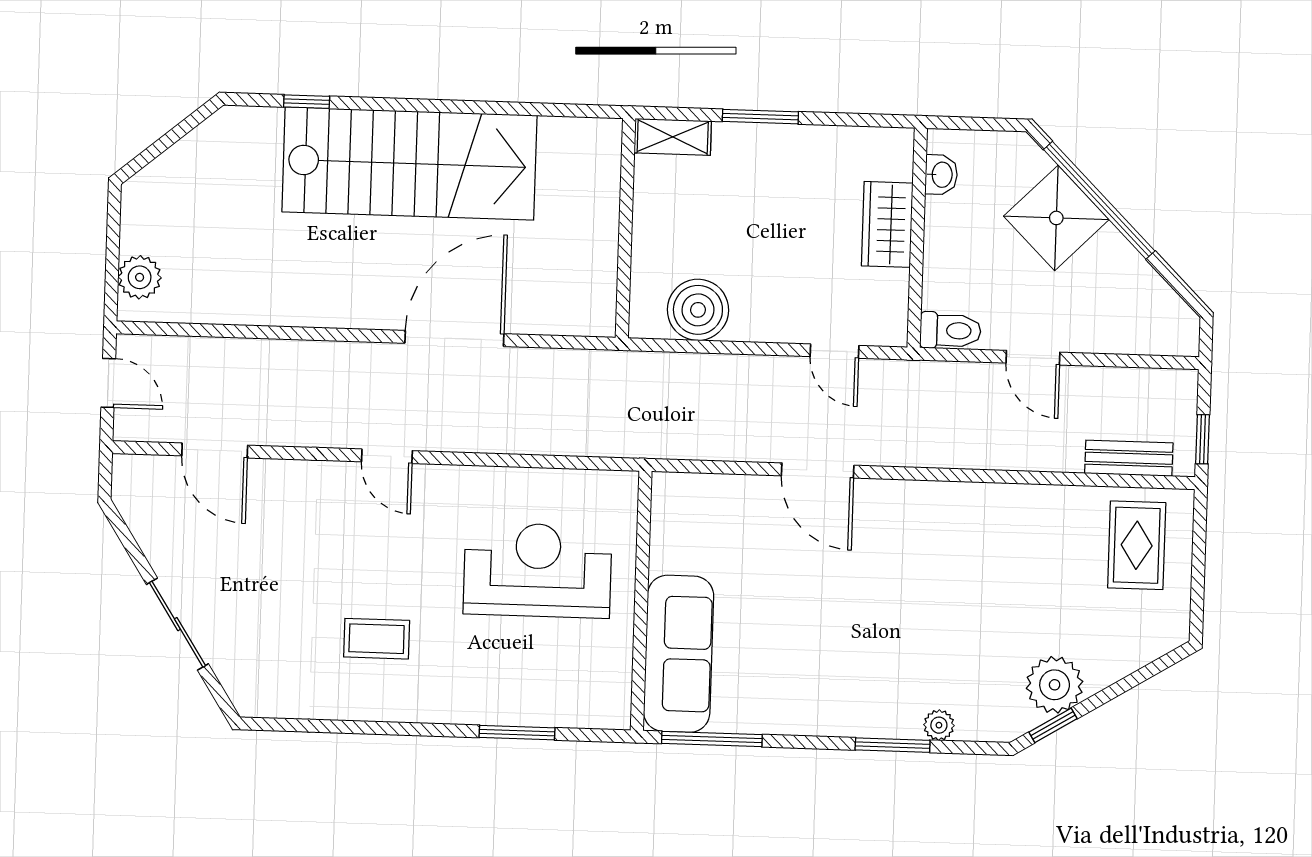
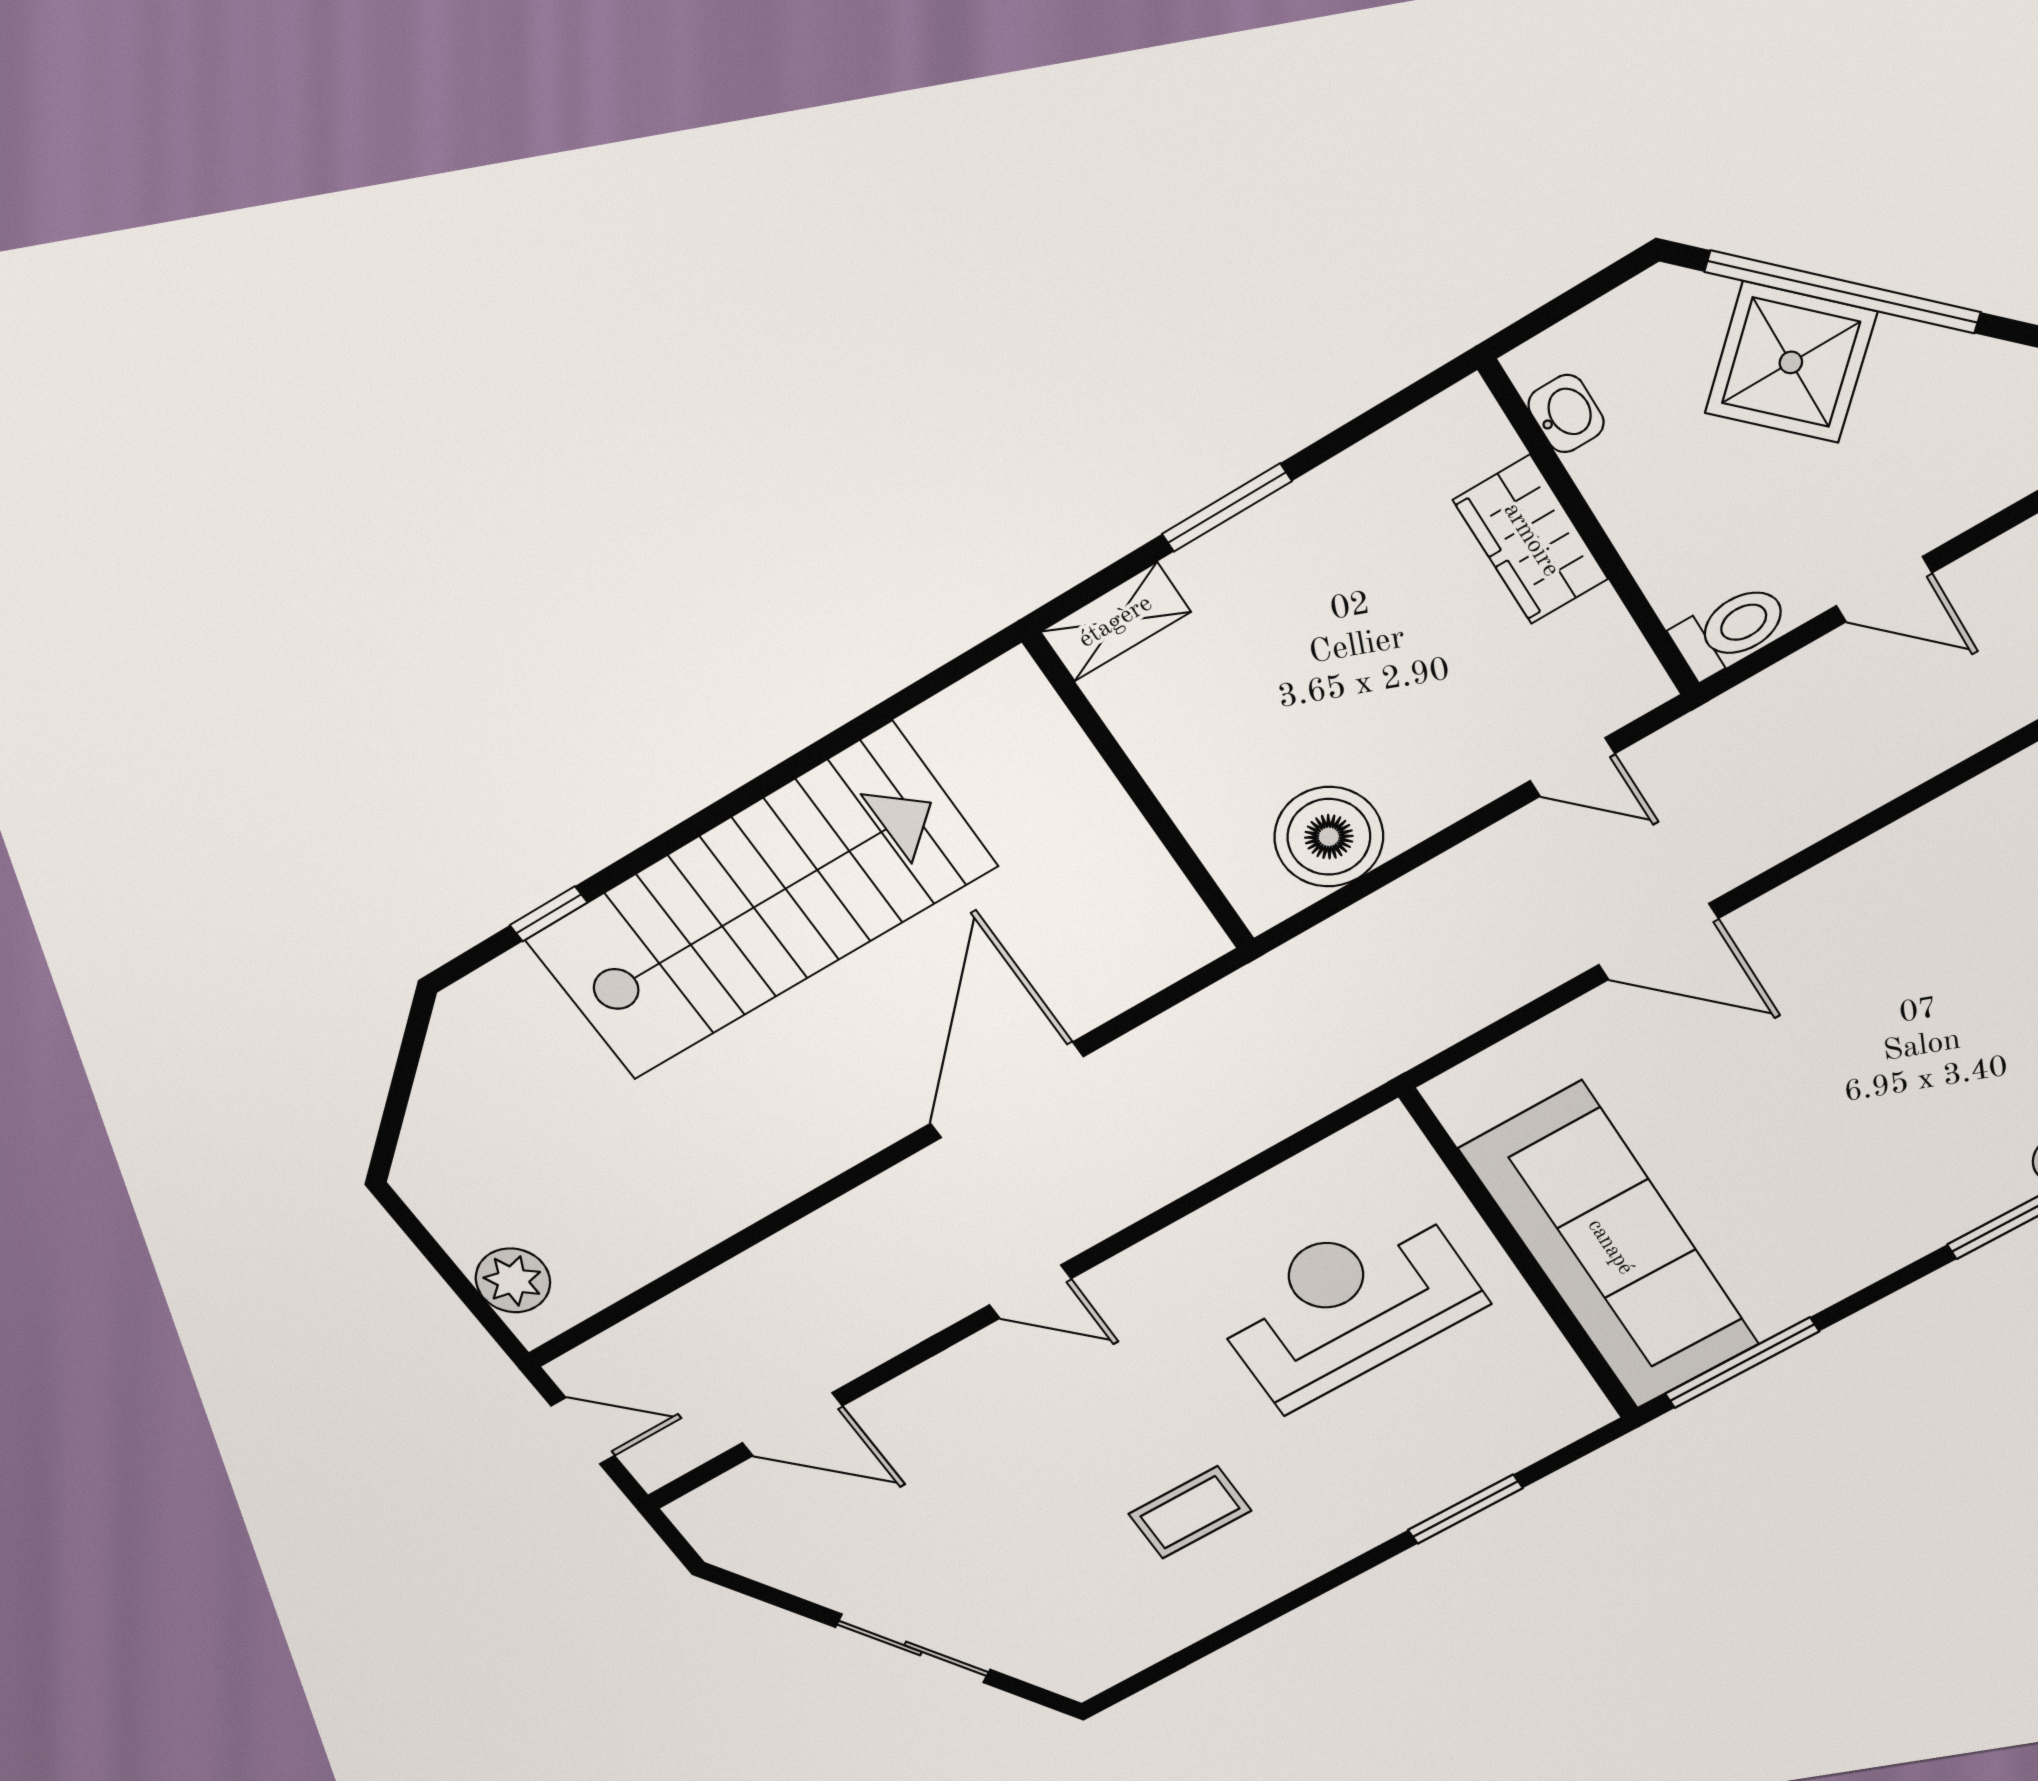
sofa: (679, 654) -> (1610, 1247), width x1.36, depth x1.27

